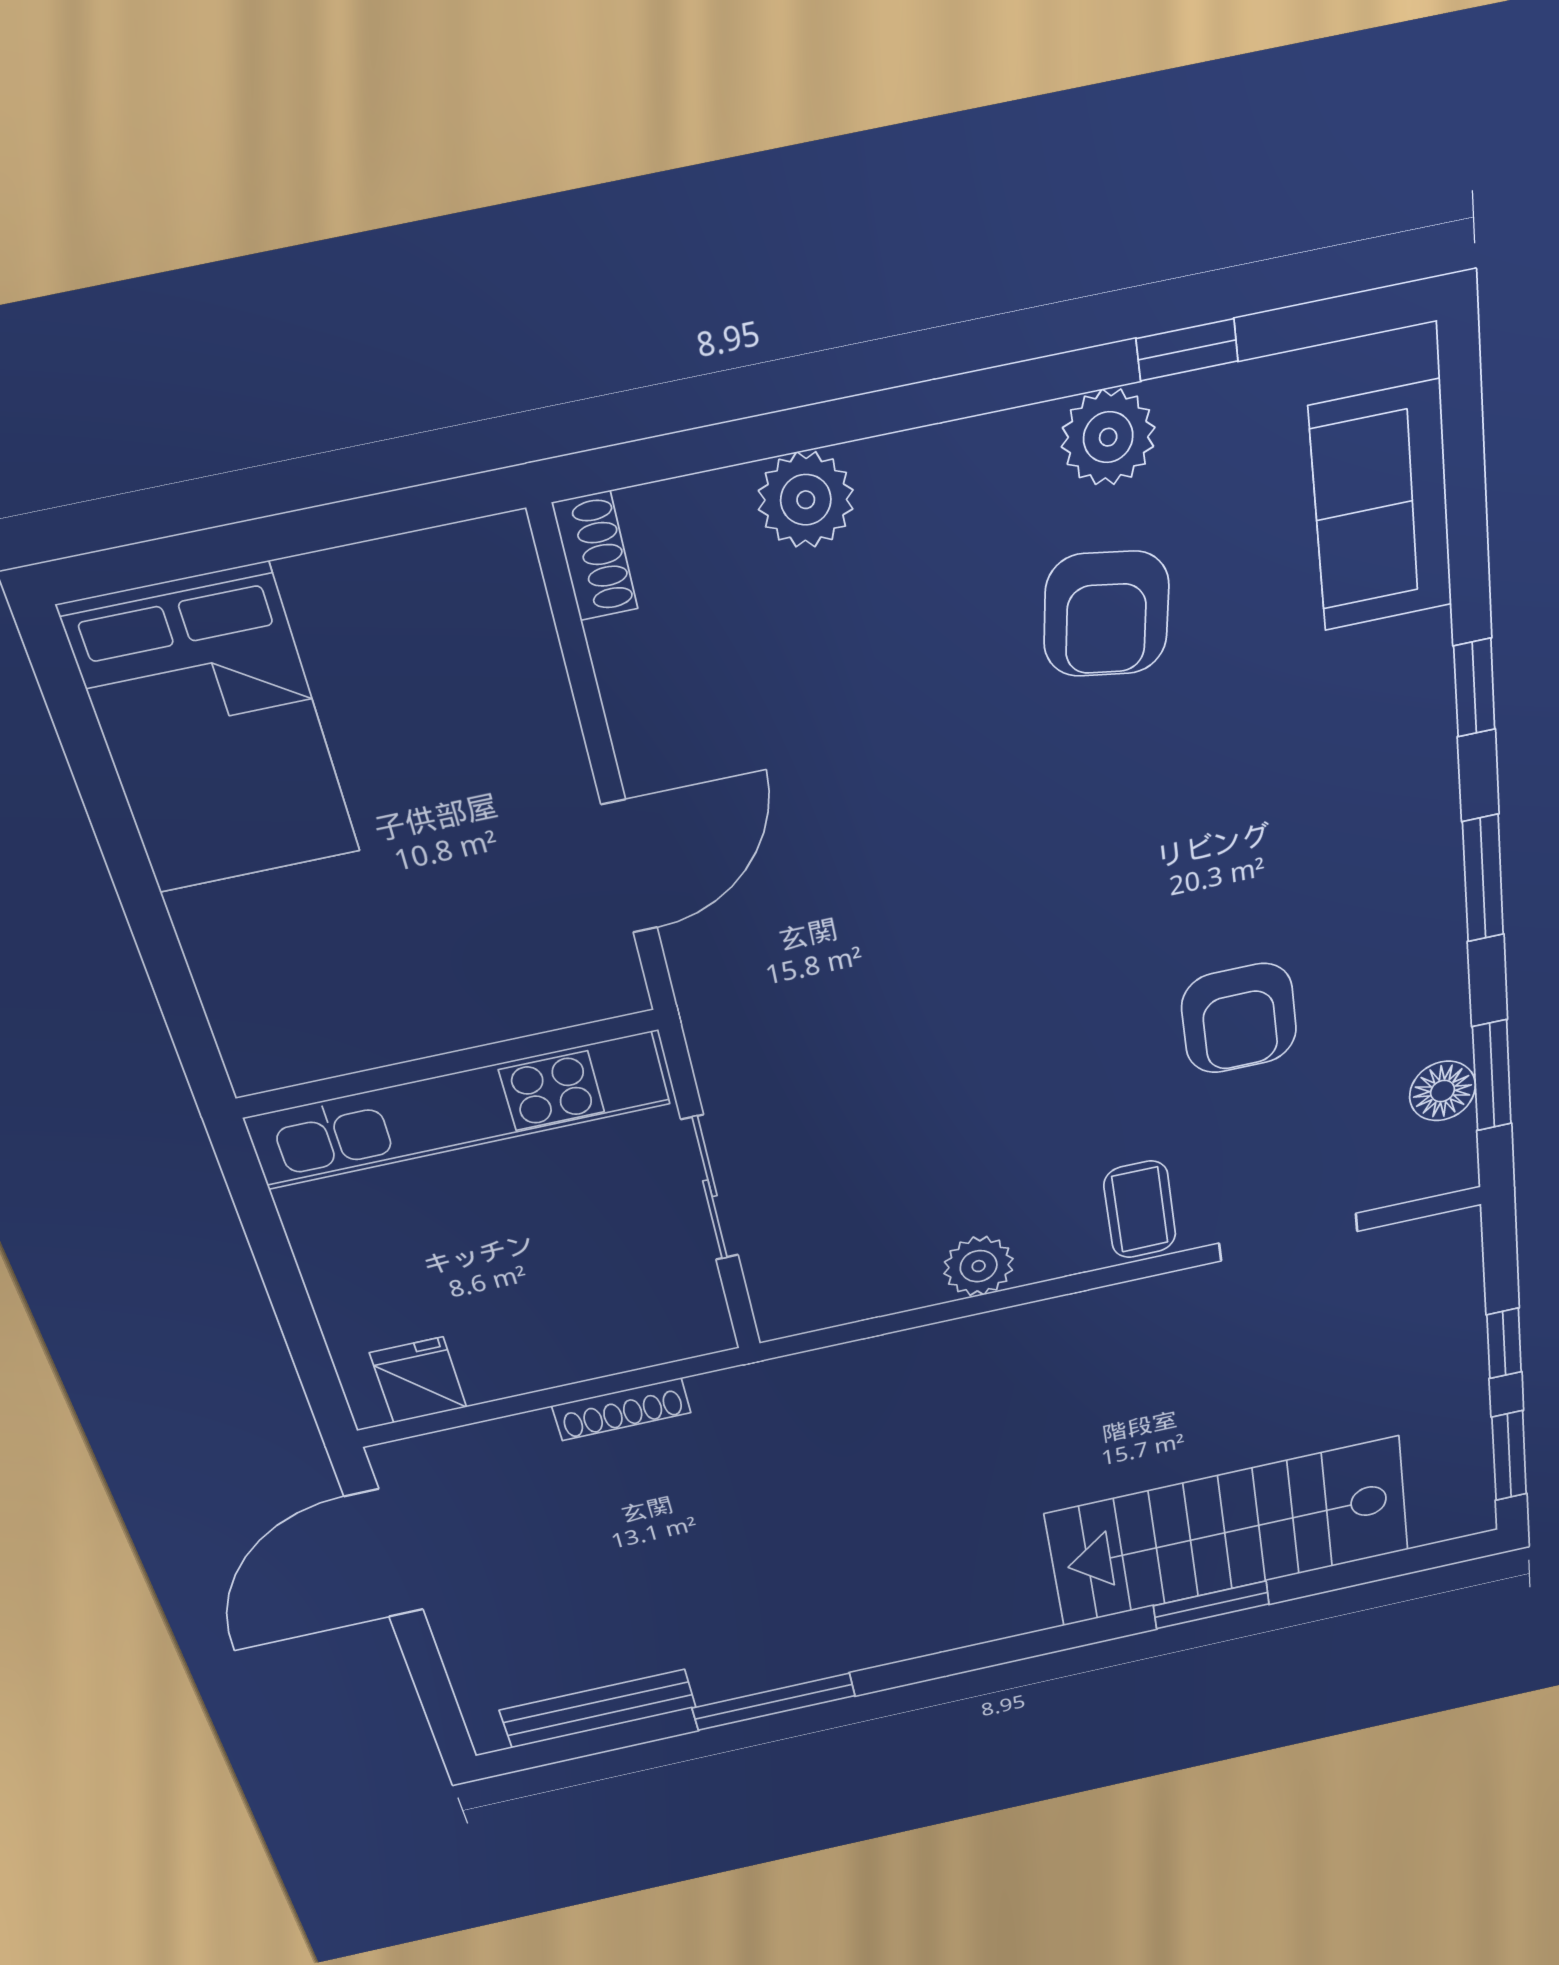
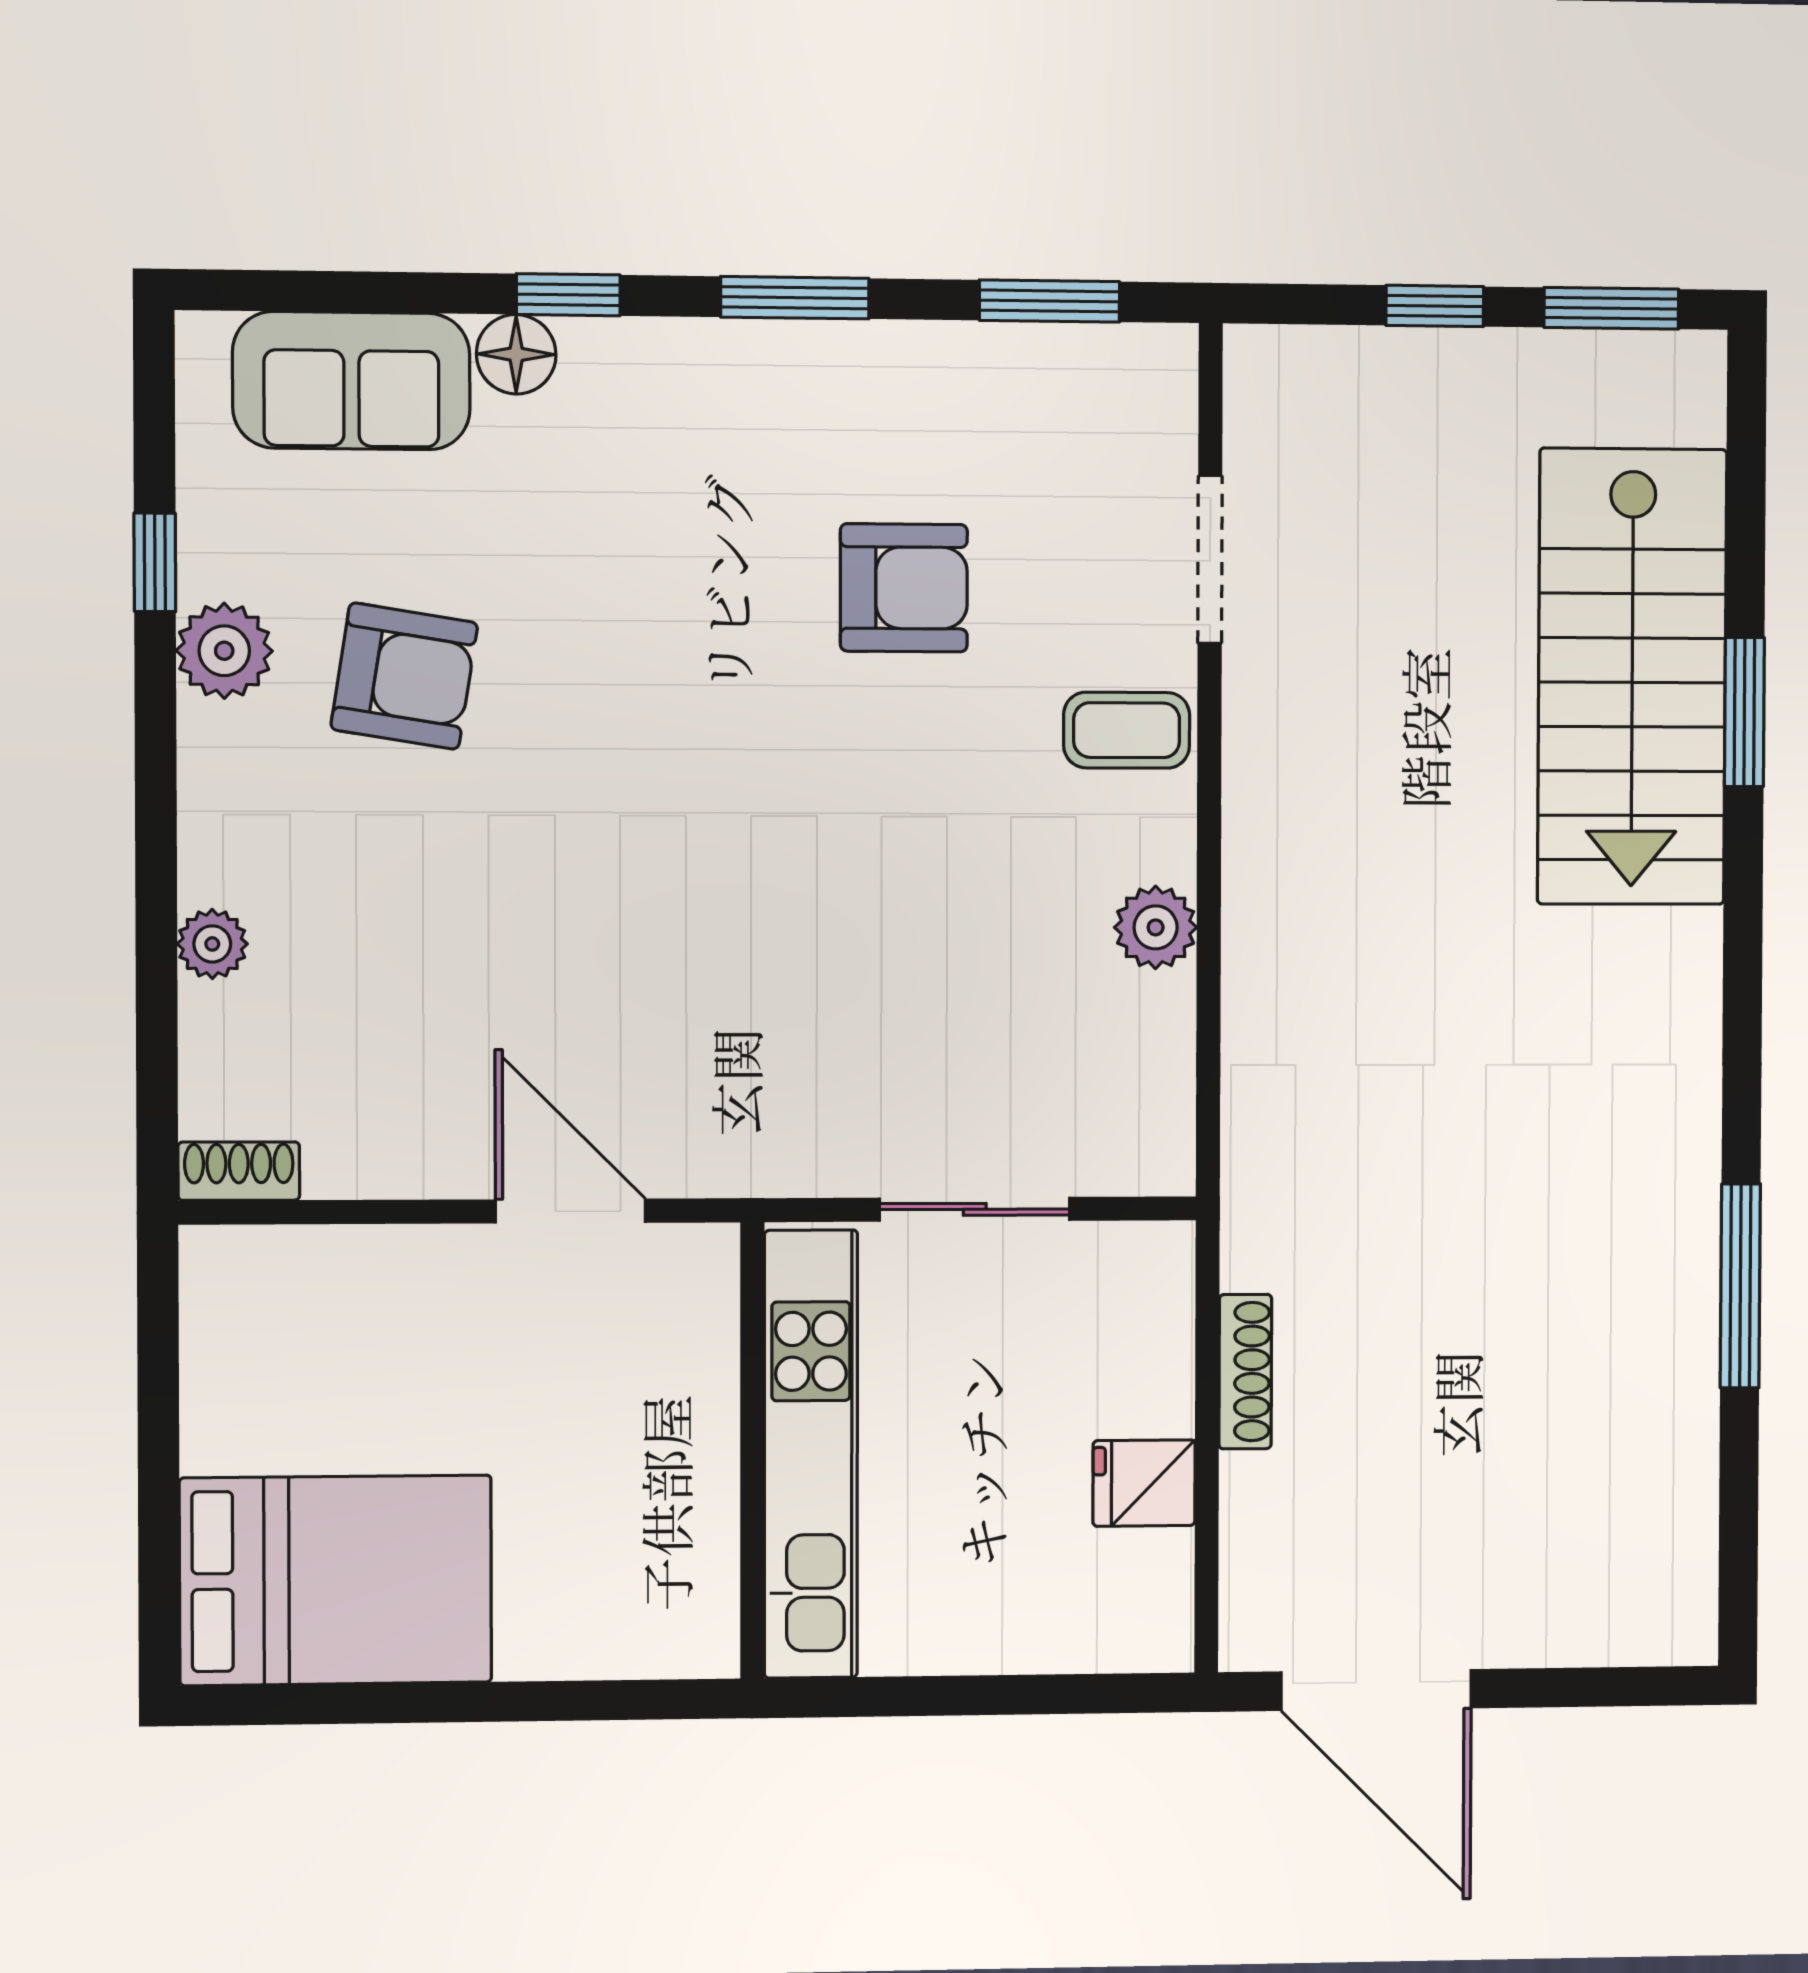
plant: (806, 500) -> (212, 944), width x0.73, depth x0.73
floor lamp: (1442, 1091) -> (516, 354), moved
fridge: (418, 1380) -> (1144, 1483), moved
bench: (598, 1709) -> (1687, 1501), removed

